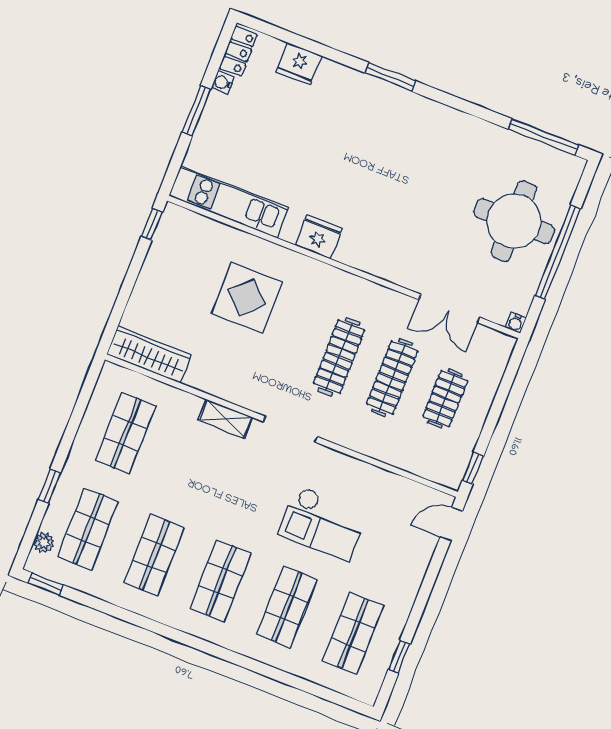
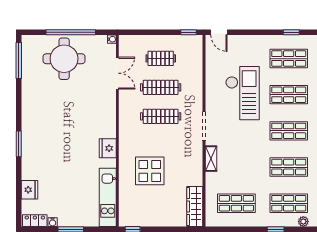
checkout: (323, 523) -> (242, 93), width x1.36, depth x1.21

